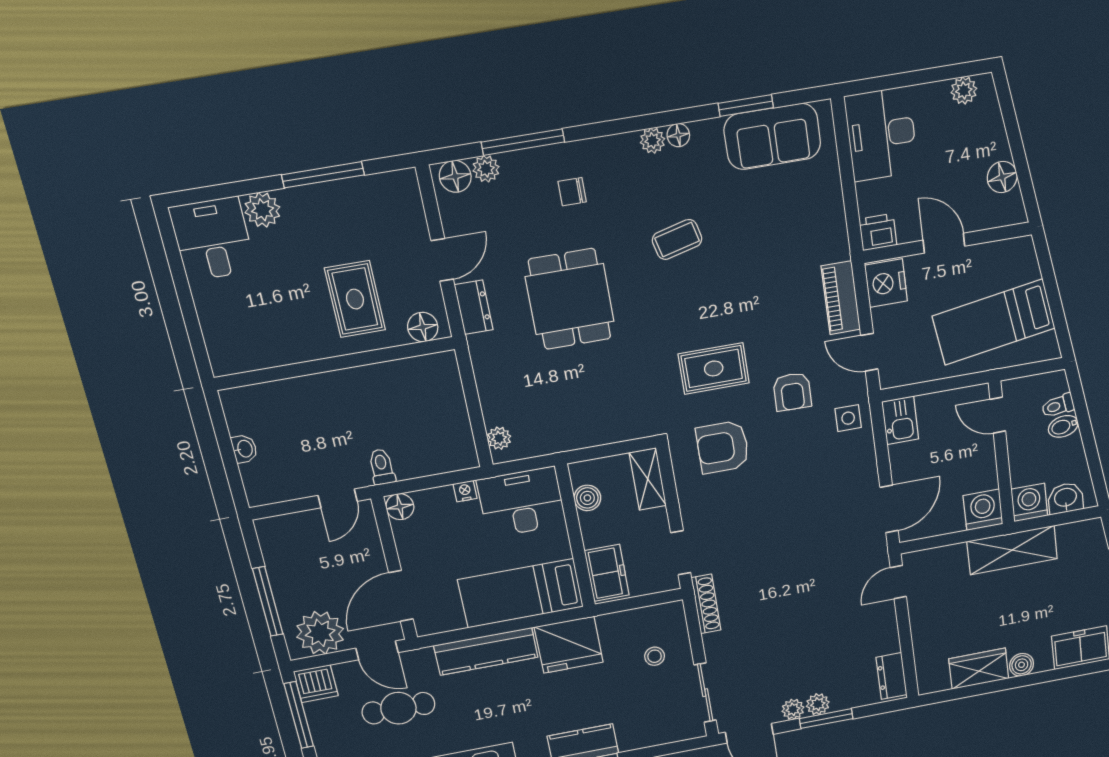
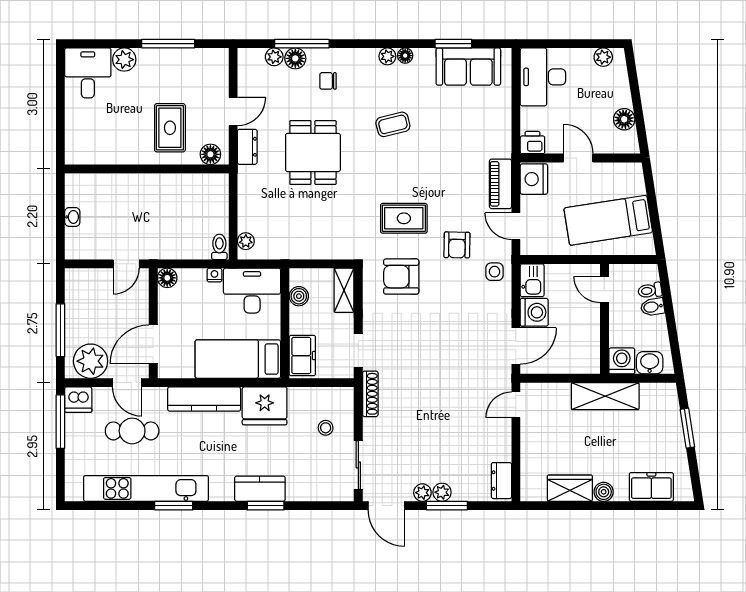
floor lamp: (455, 176) -> (295, 58), moved
toilet: (382, 467) -> (219, 247), moved
washing machine: (983, 510) -> (534, 312), moved, turned 90

